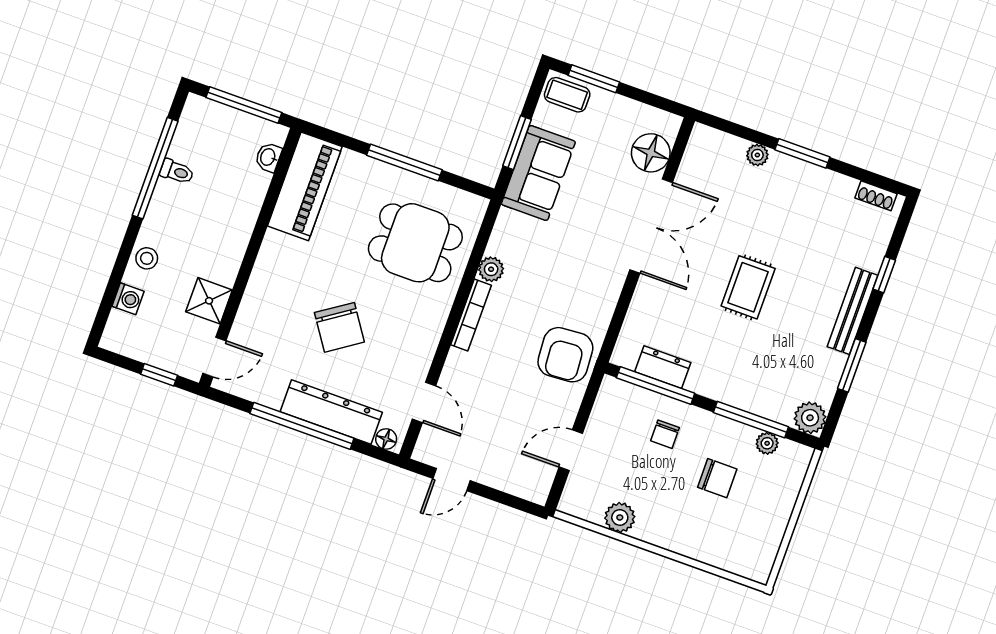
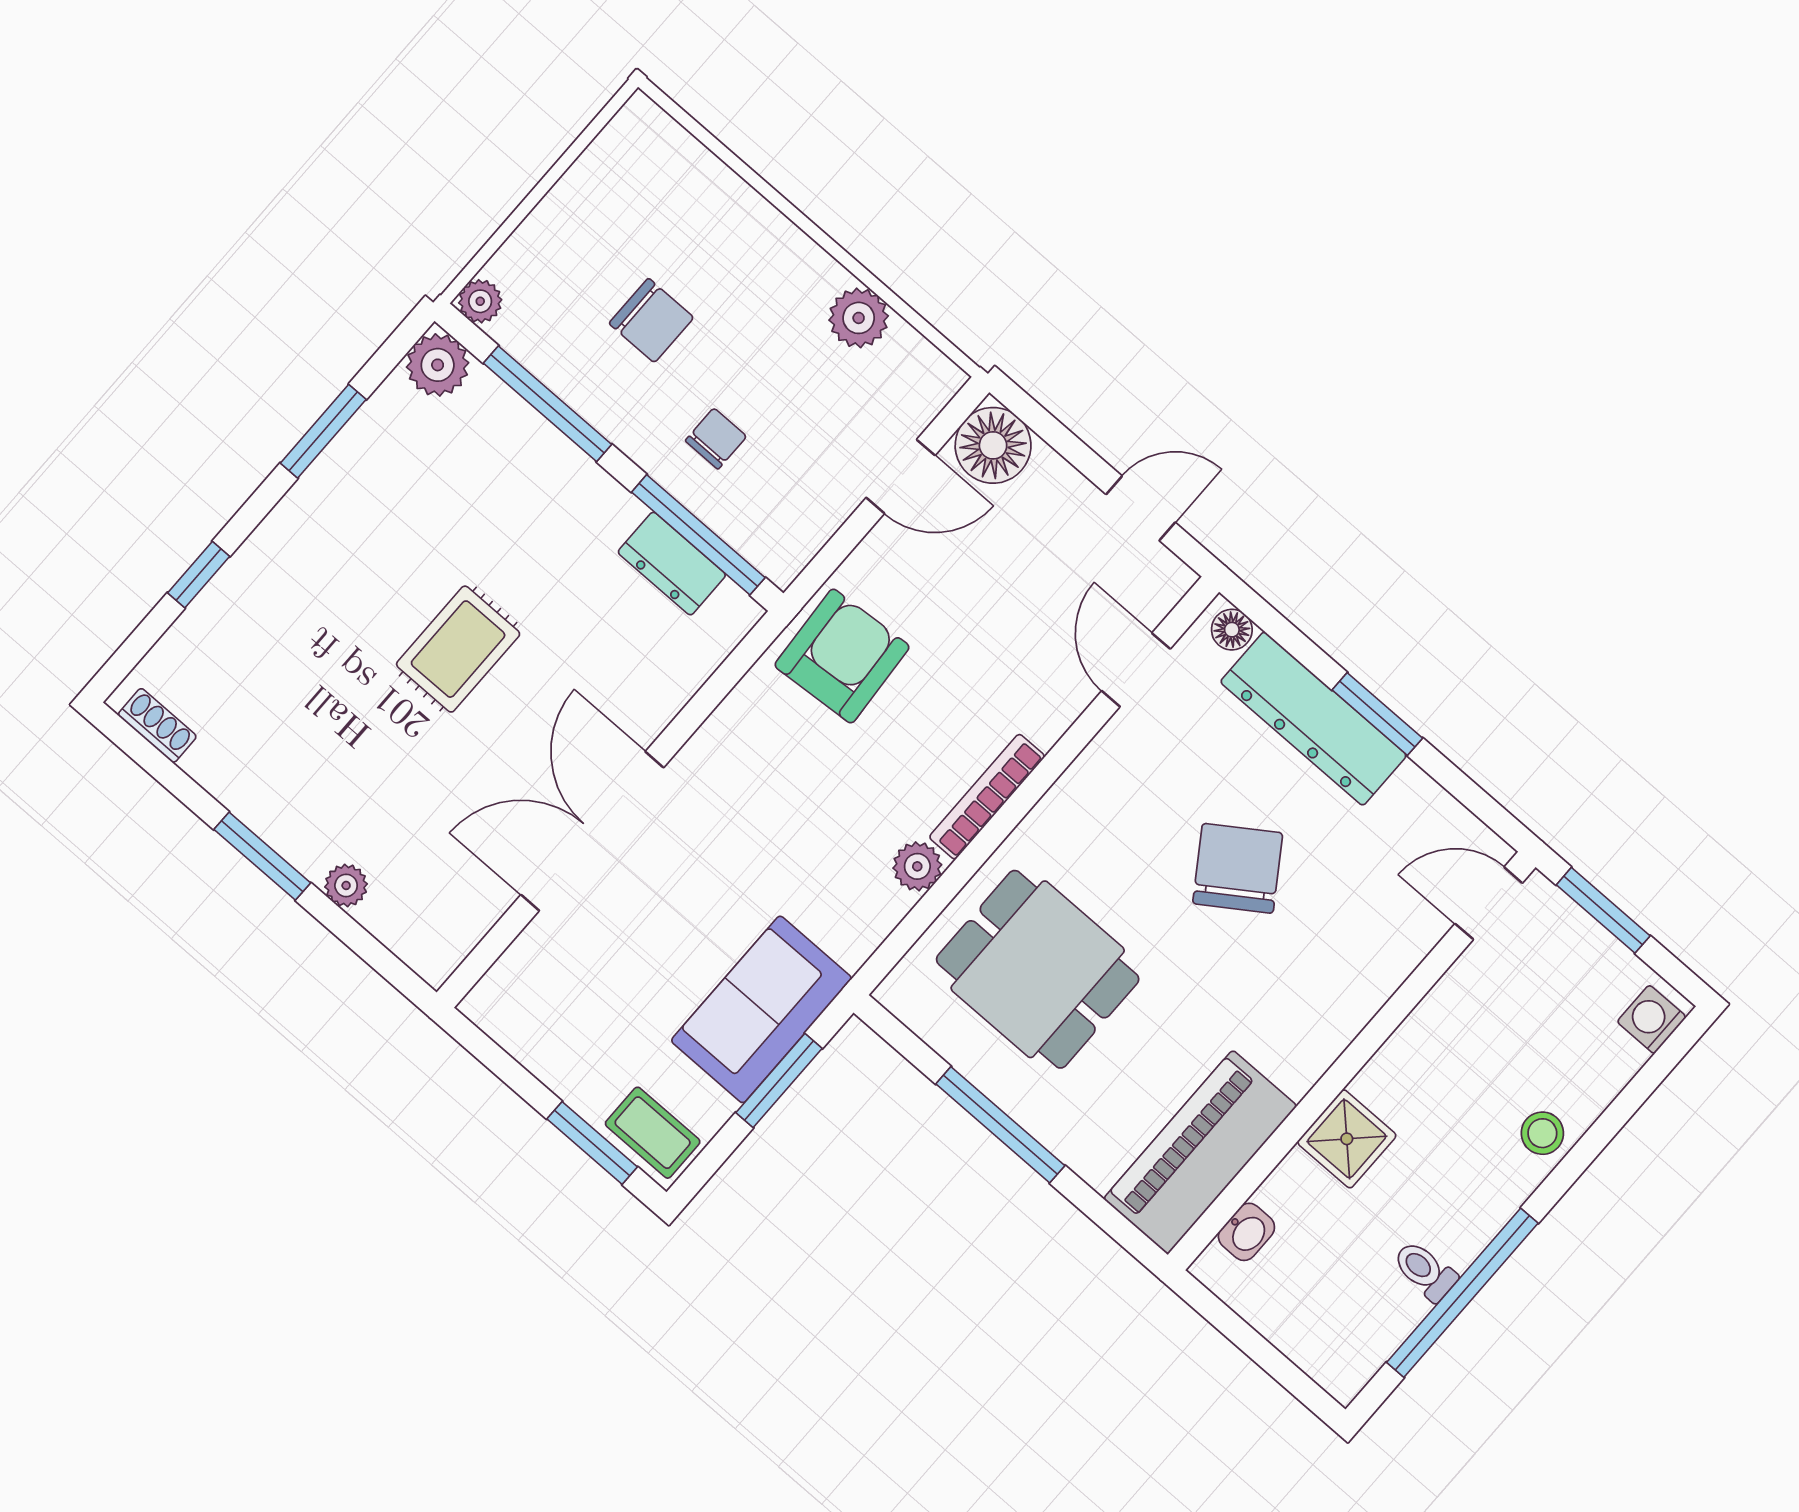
window: (244, 105) -> (1254, 1345), removed
floor lamp: (651, 153) -> (993, 445), moved
washing machine: (128, 299) -> (1652, 1019), moved
shower: (209, 301) -> (1347, 1139), moved
bench: (853, 311) -> (283, 531), removed
window: (159, 375) -> (1603, 910), width x1.50
window: (302, 426) -> (1377, 714), width x0.47
plant: (767, 443) -> (480, 301), moved
chair: (717, 478) -> (651, 320), turned 180

